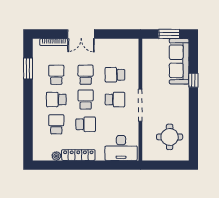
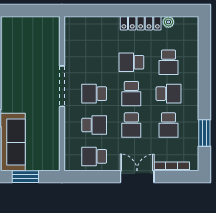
school desk: (115, 50) -> (94, 156), added
round table: (170, 137) -> (25, 46), removed
desk: (121, 148) -> (86, 32), removed

